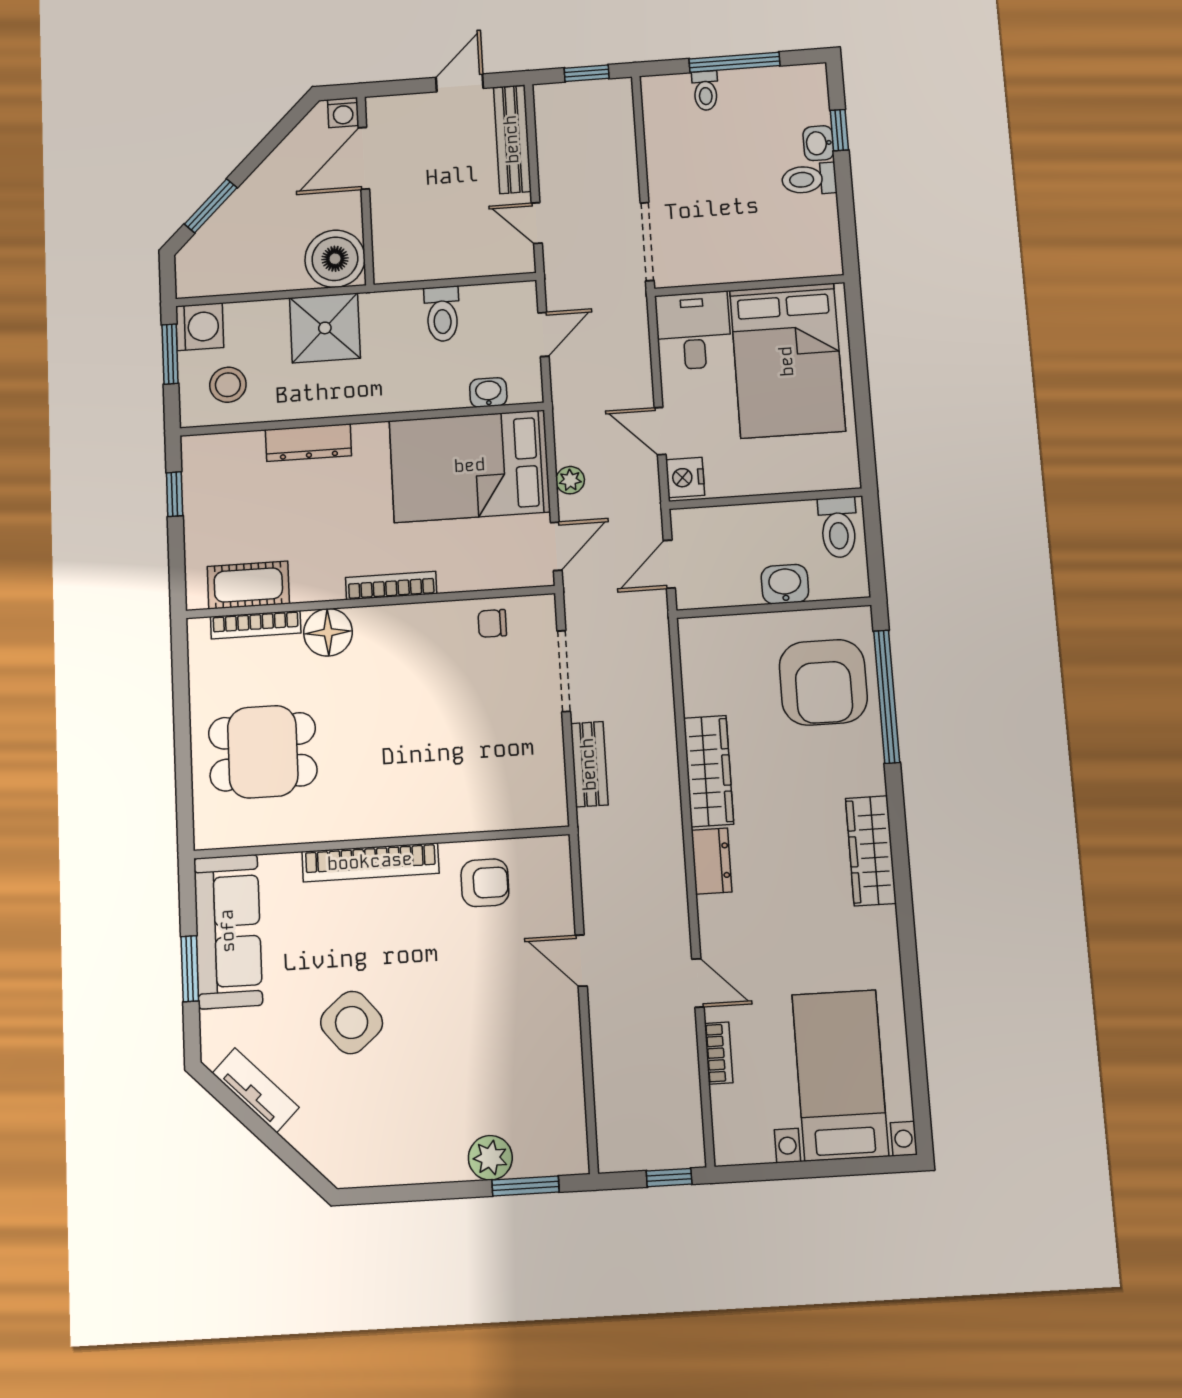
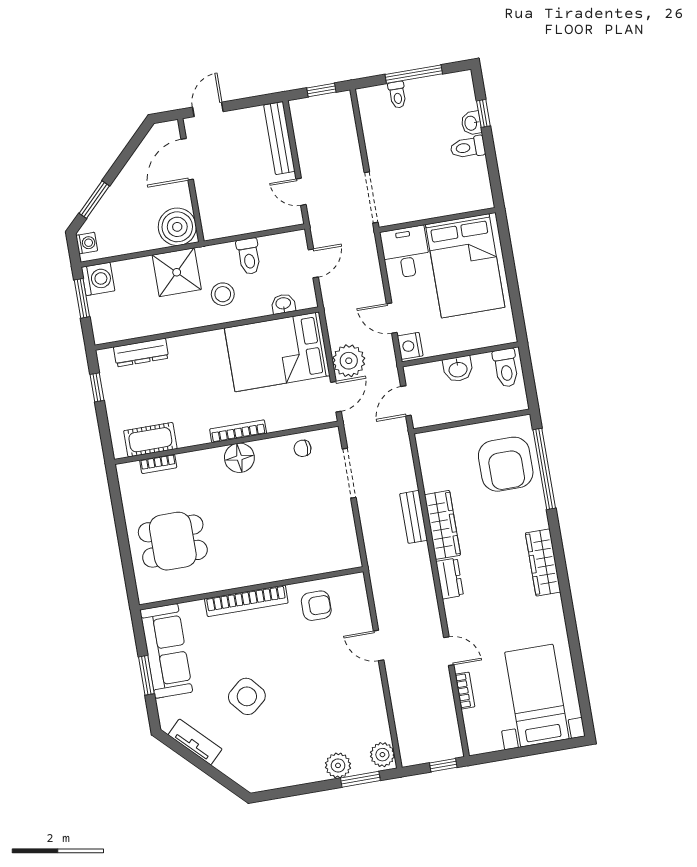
door: (460, 83) -> (208, 109), moved
washing machine: (343, 113) -> (87, 243), moved, turned -90
stool: (228, 385) -> (223, 294), moved
dresser: (308, 443) -> (141, 352), moved
plant: (570, 480) -> (349, 361), width x1.87, depth x1.87
washbasin: (785, 584) -> (458, 369), moved, turned 180
bookcase: (256, 625) -> (158, 464), width x0.64
floor lamp: (328, 632) -> (239, 458), moved
bench: (589, 764) -> (414, 517), moved
plant: (568, 1148) -> (382, 755), added

